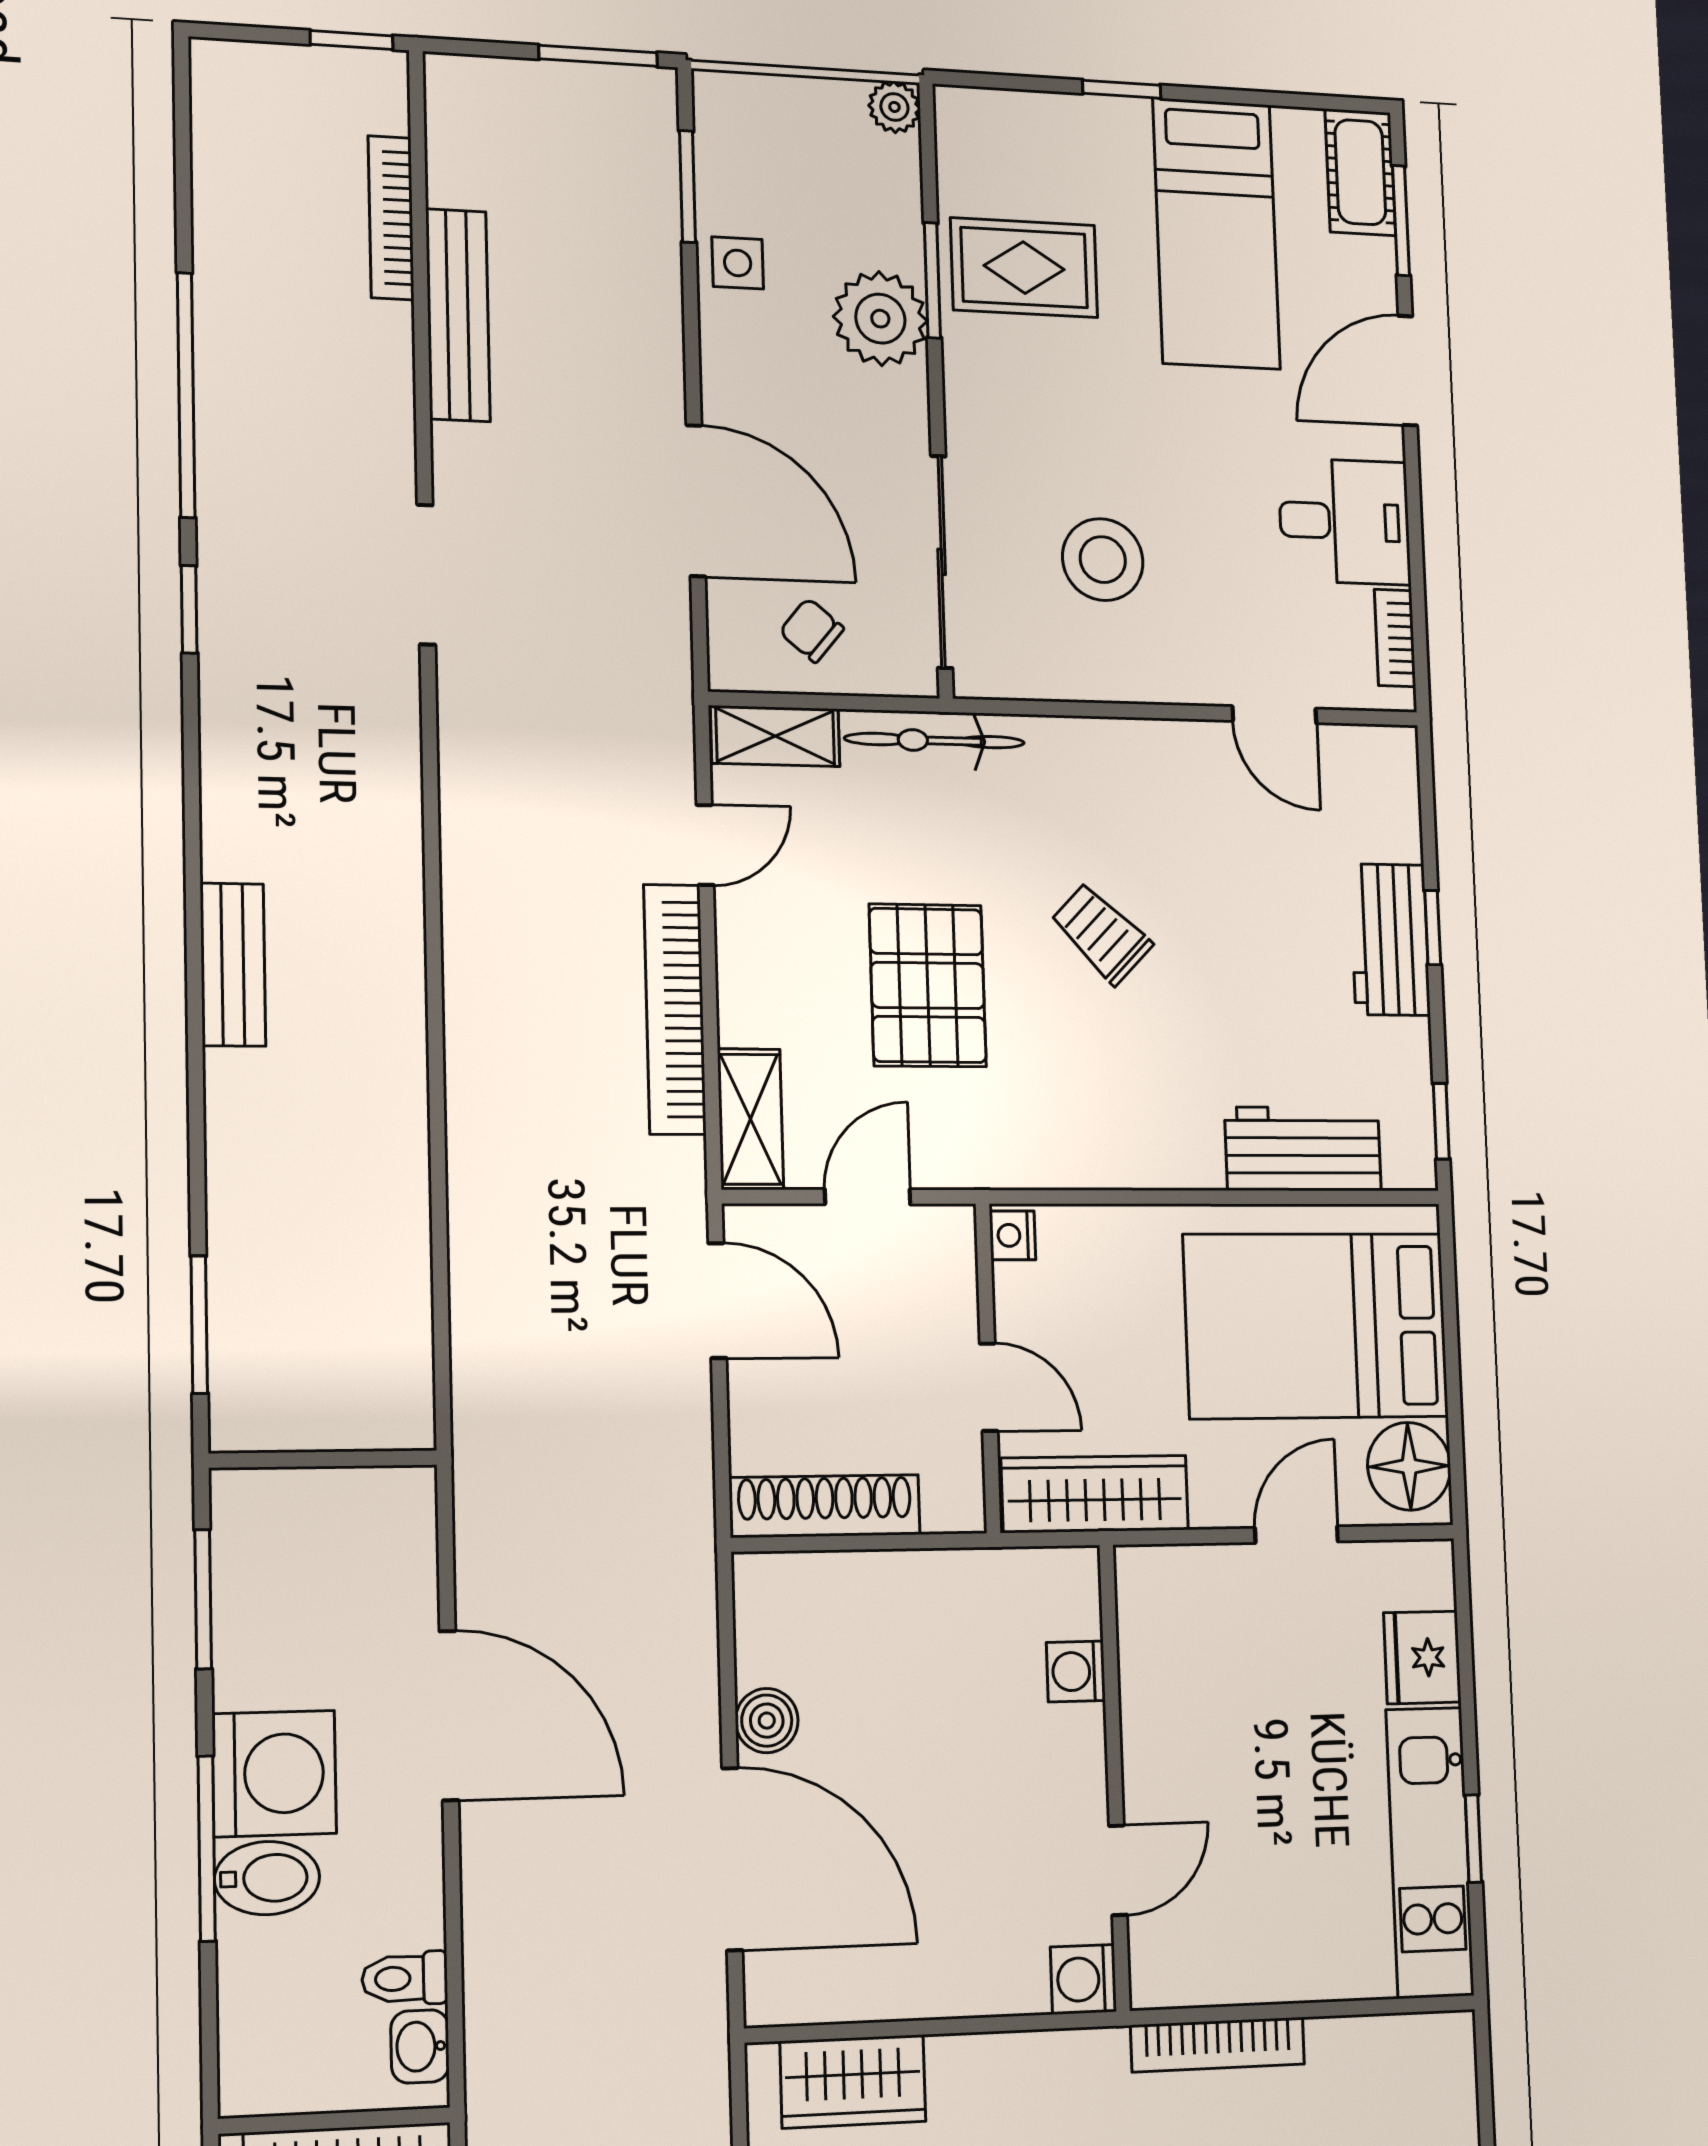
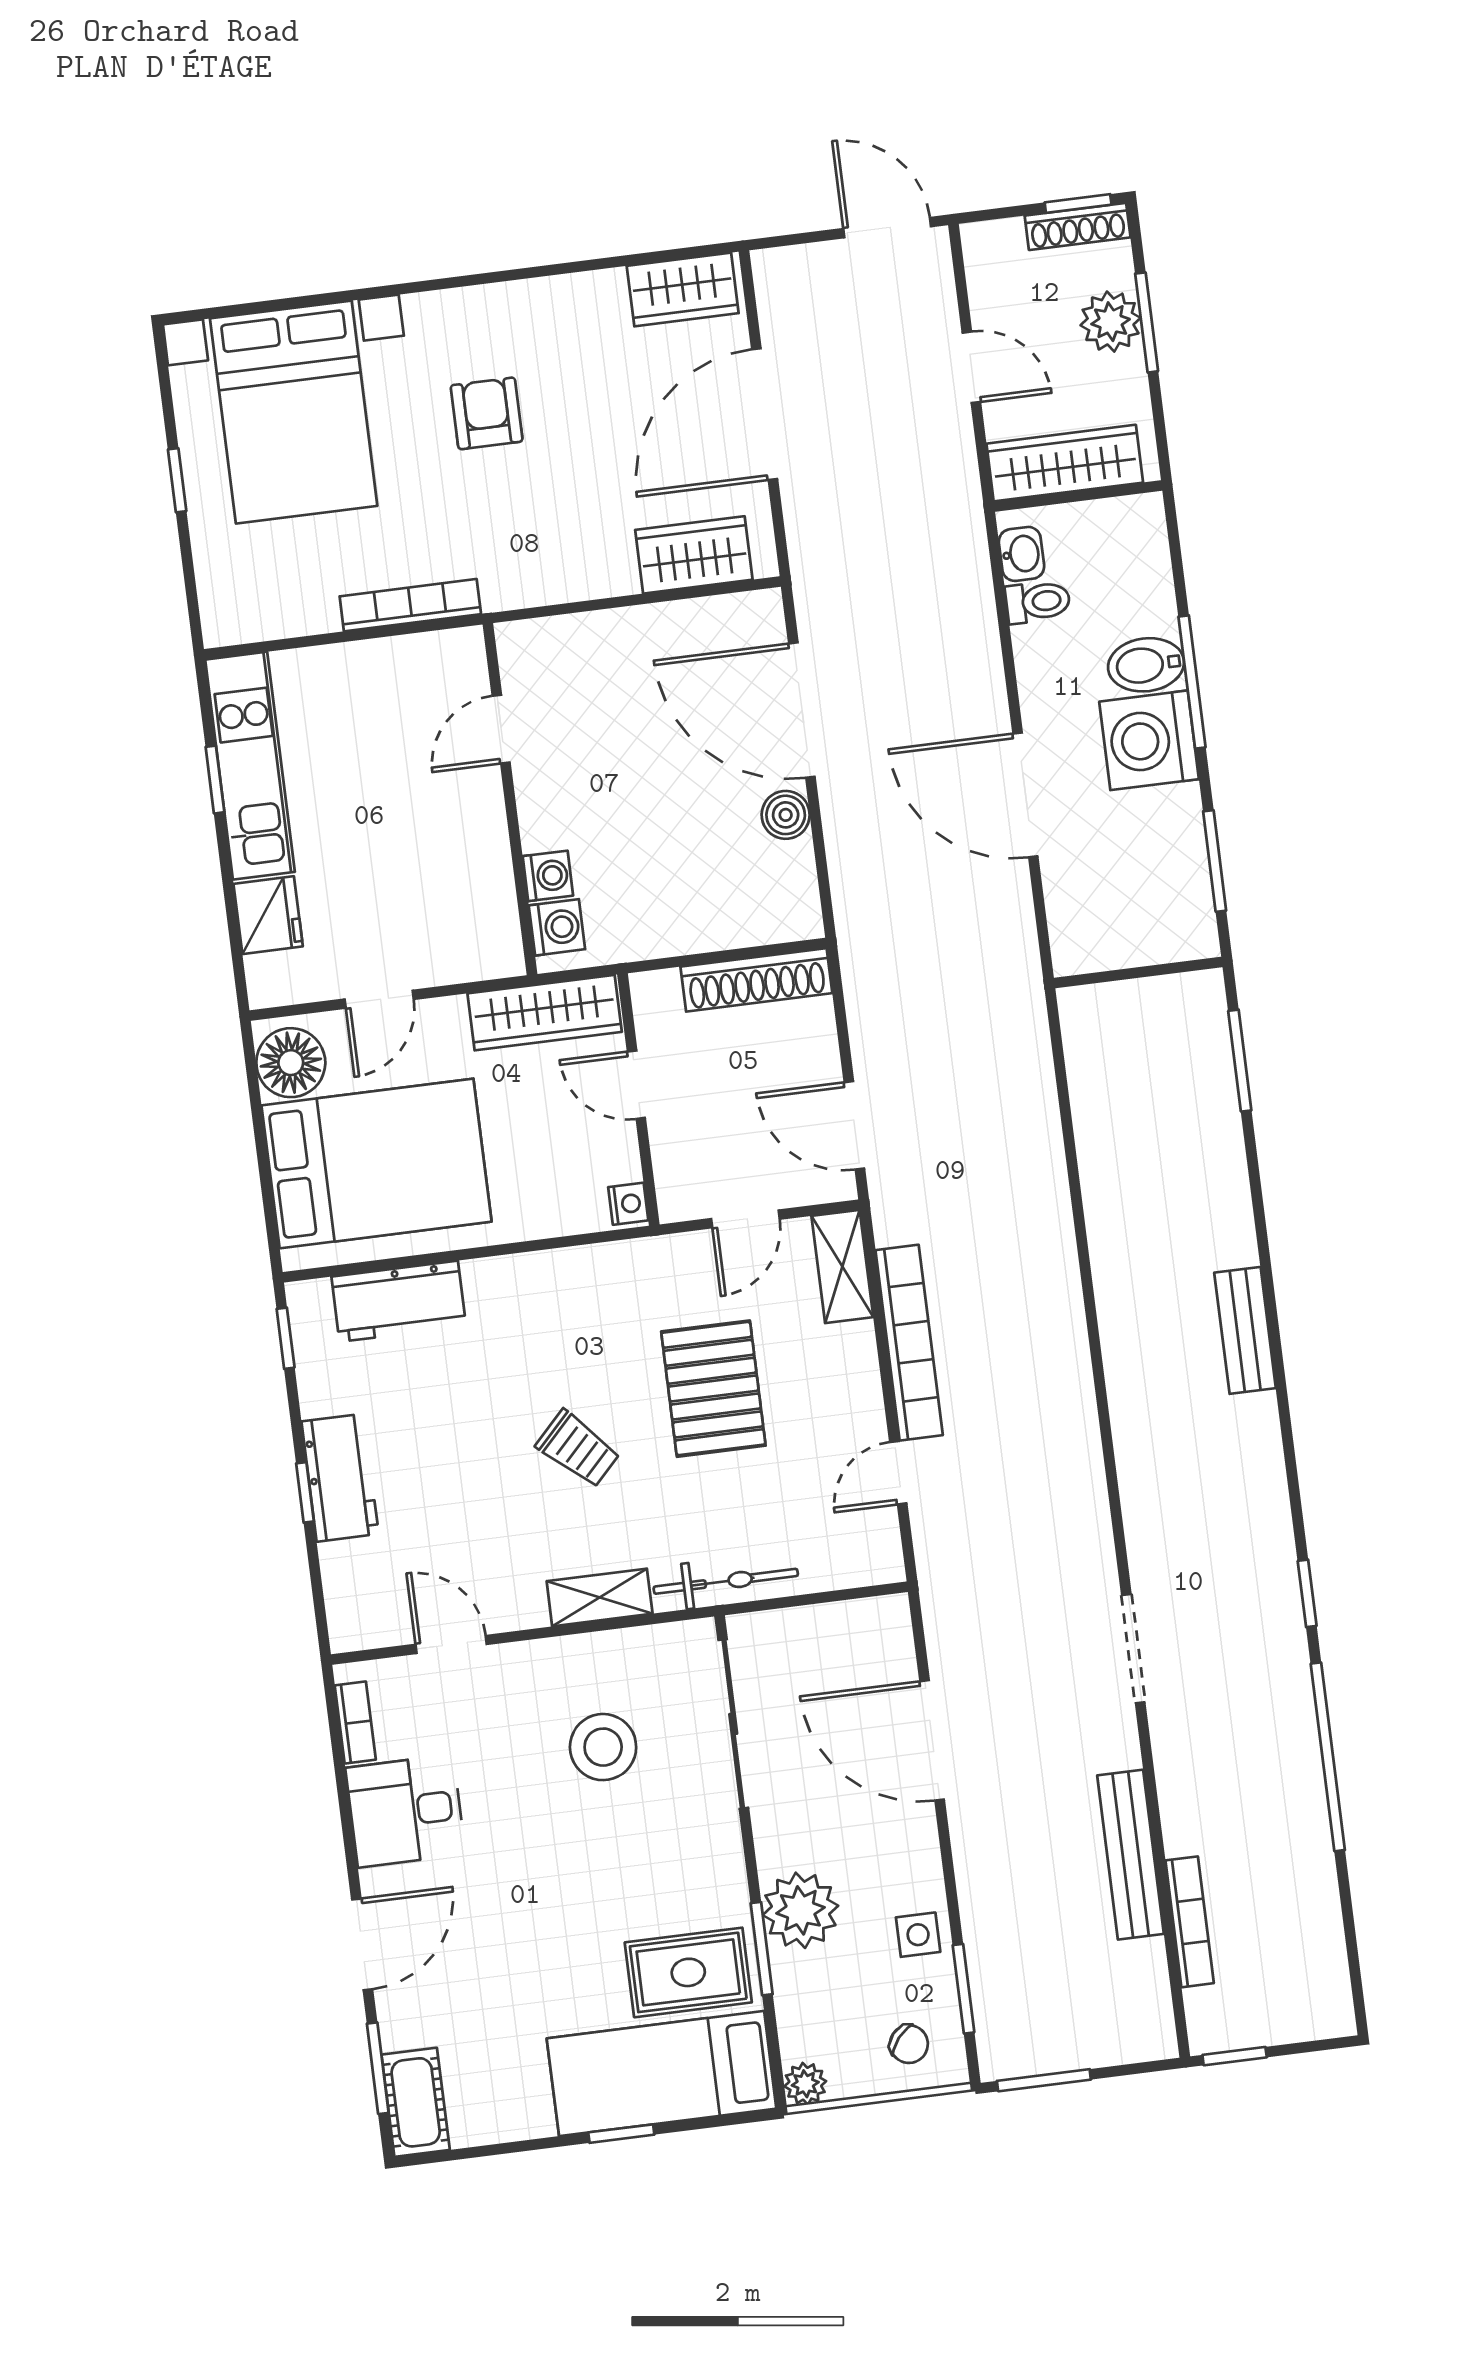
bed: (1216, 233) -> (662, 2073), moved, turned -90
chair: (812, 630) -> (909, 2044), moved
shelving: (775, 736) -> (600, 1597), moved
washing machine: (1083, 1979) -> (557, 927), moved

